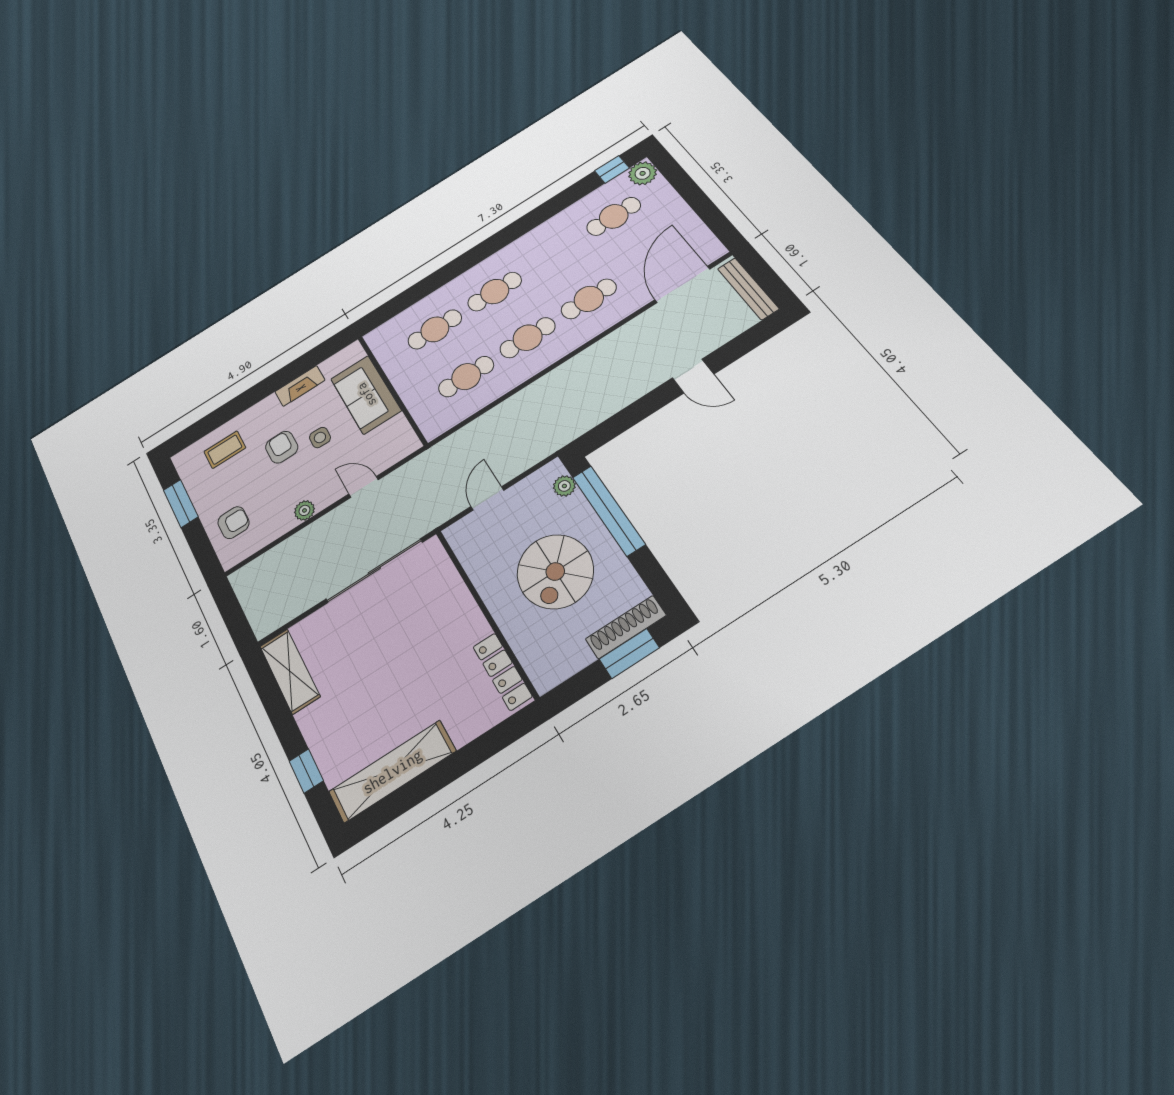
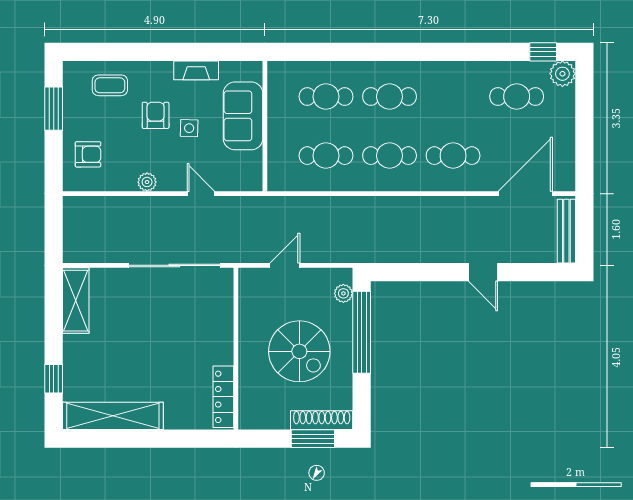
spiral stairs: (555, 571) -> (299, 351), turned -90

